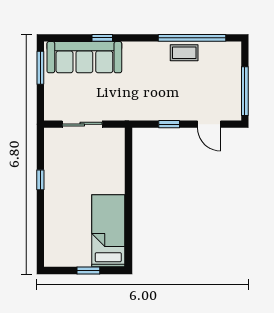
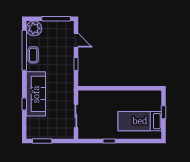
plant: (229, 54) -> (34, 28), added
sofa: (84, 57) -> (36, 94), moved
door: (209, 124) -> (76, 40), hinge flipped
bed: (108, 231) -> (140, 121), moved

